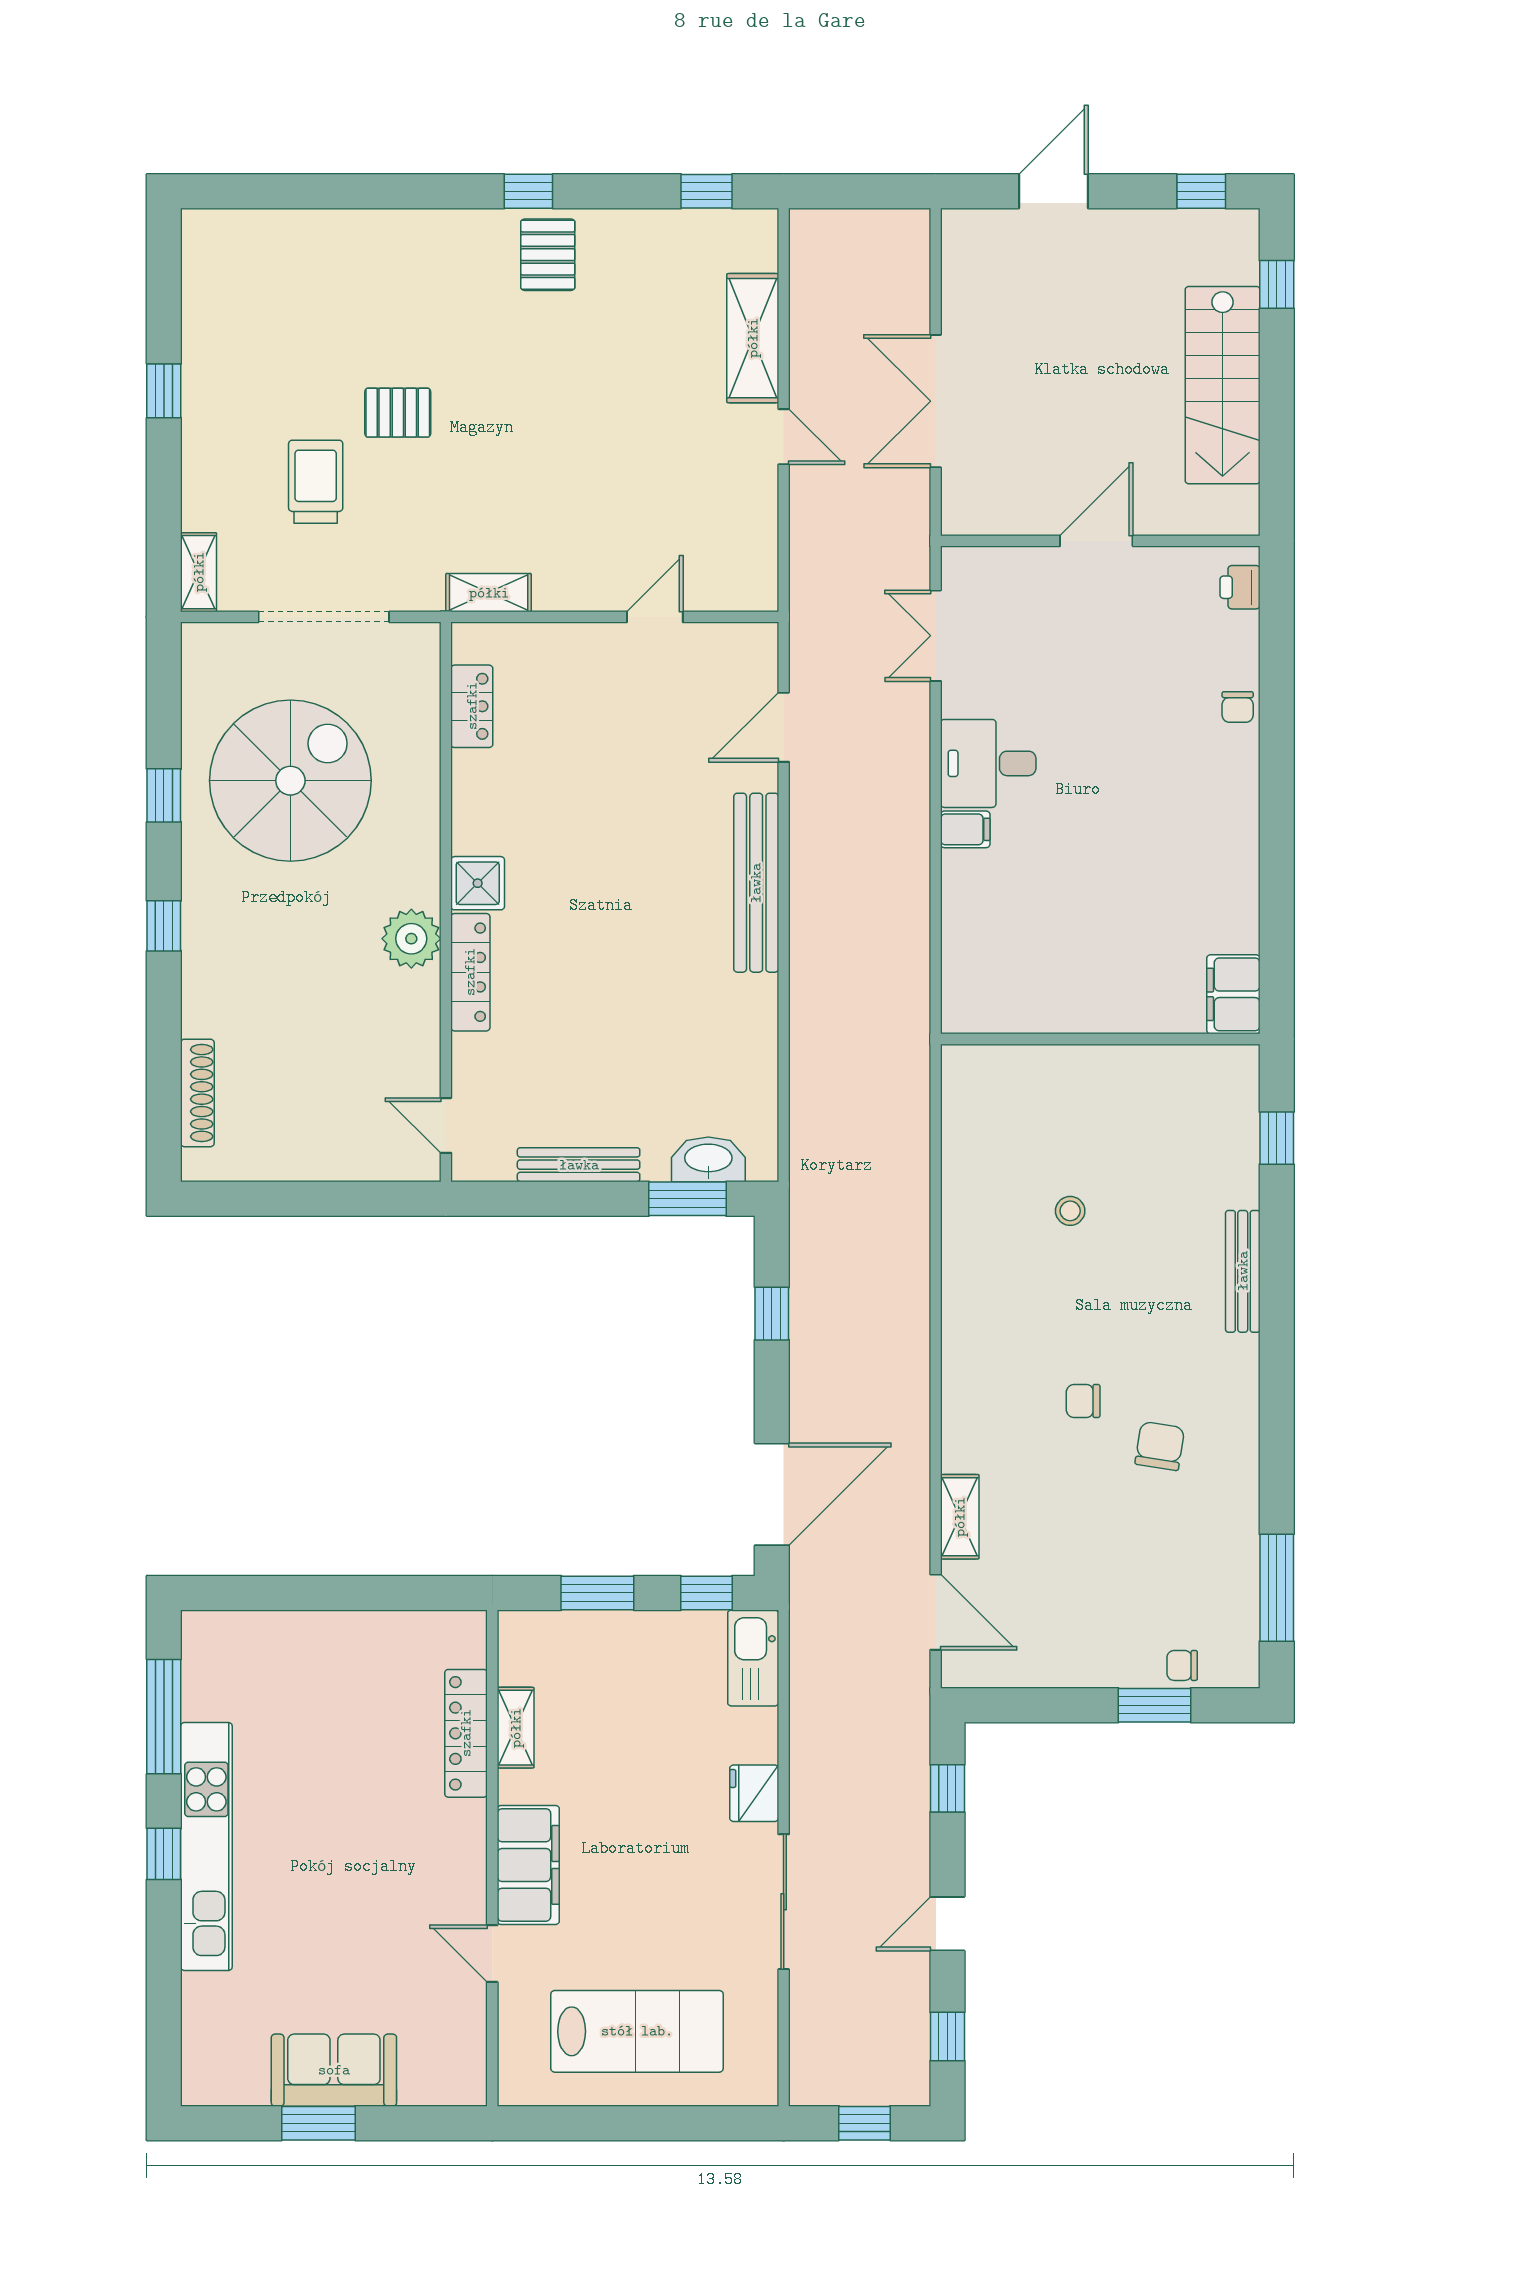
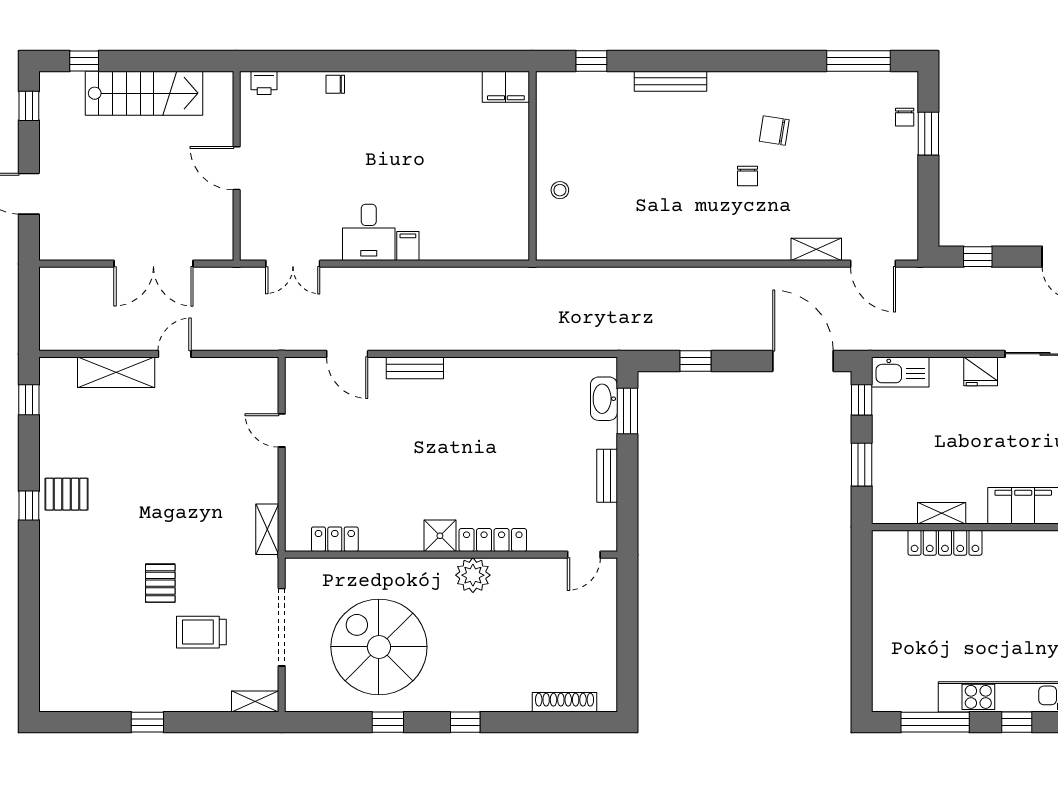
chair: (1238, 707) -> (335, 84), turned 180
bench: (756, 883) -> (415, 368), width x0.54, depth x0.82
bench: (579, 1165) -> (607, 476), width x0.73
stool: (1070, 1211) -> (560, 190), moved
door: (936, 1612) -> (873, 264), swing flipped

